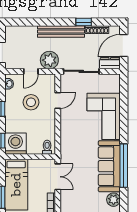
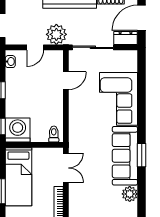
stool: (31, 102) -> (35, 83), removed
window: (124, 166) -> (142, 155), width x0.47

